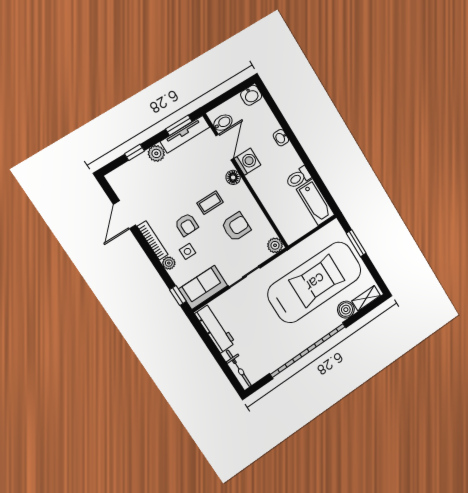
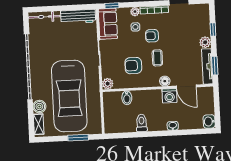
bidet: (223, 123) -> (127, 98), moved
bathtub: (316, 202) -> (120, 125), removed
armchair: (236, 227) -> (133, 66), turned 90

